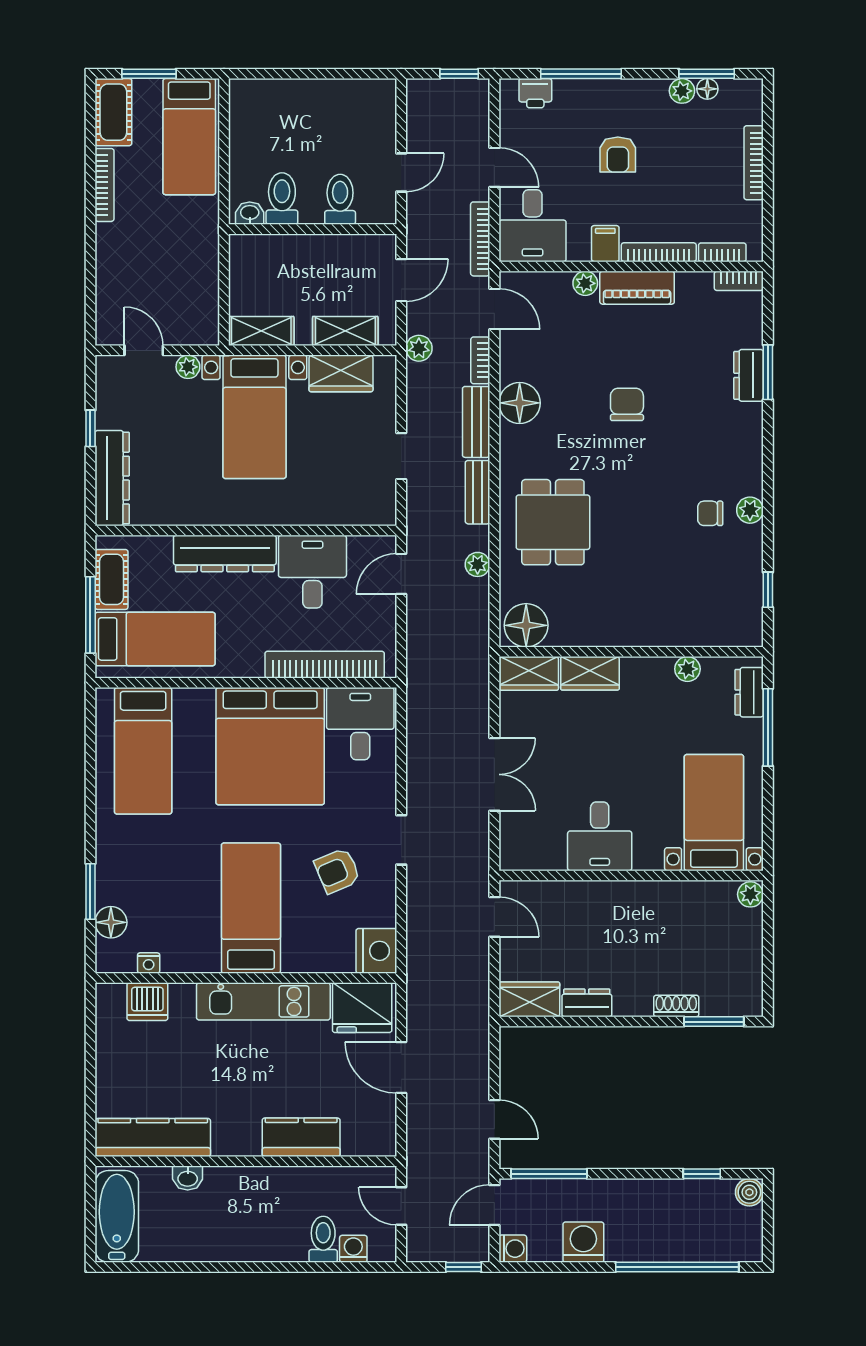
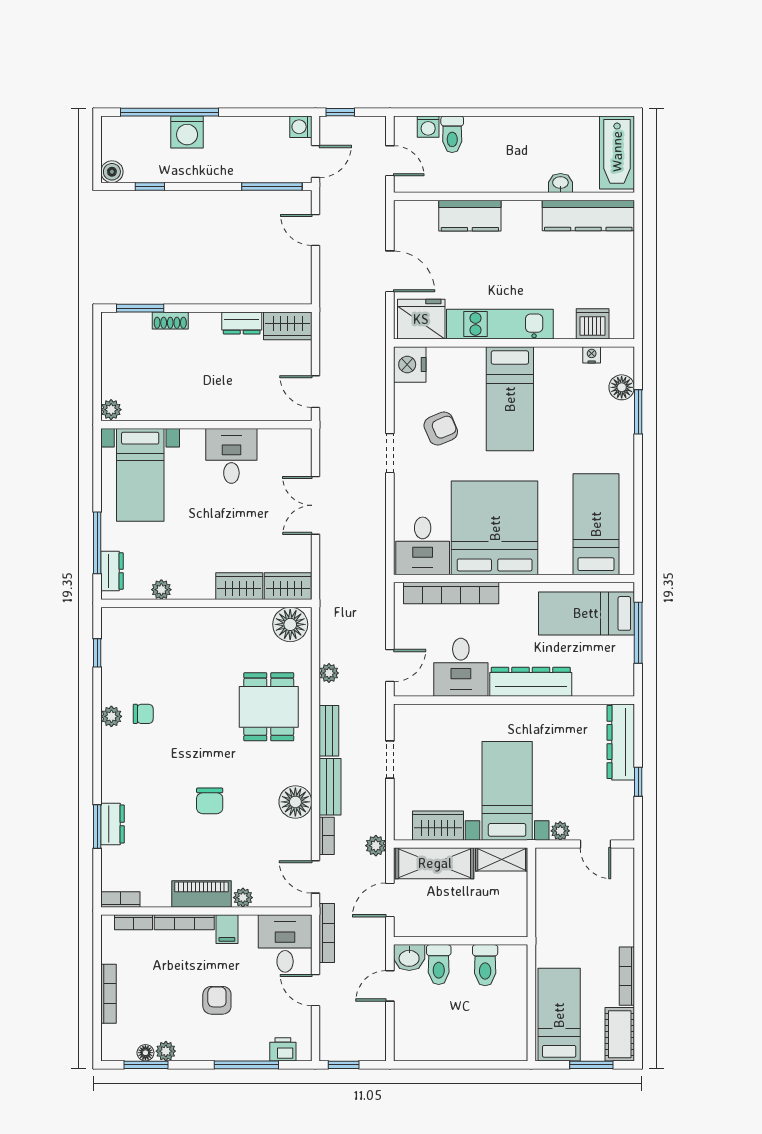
washbasin: (250, 213) -> (409, 958), moved, width x1.38, depth x1.45
shelving: (345, 331) -> (435, 863), width x1.50, depth x1.33
cot: (111, 579) -> (621, 661), removed
washing machine: (583, 1242) -> (187, 132), moved

